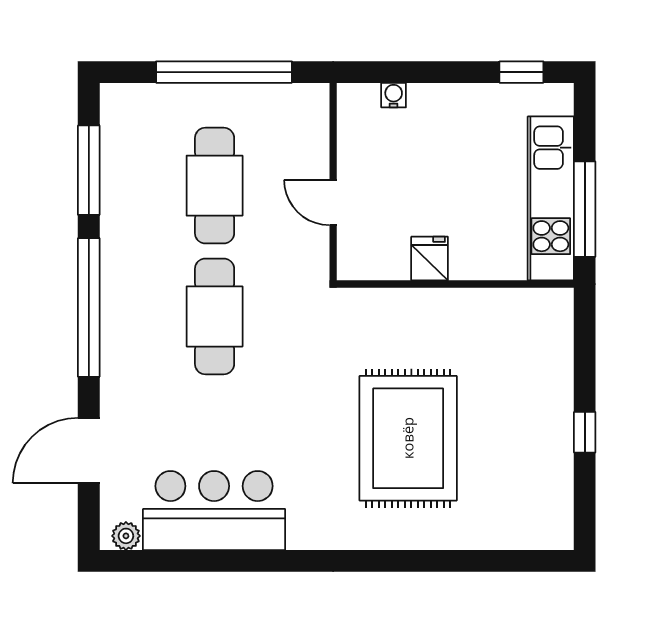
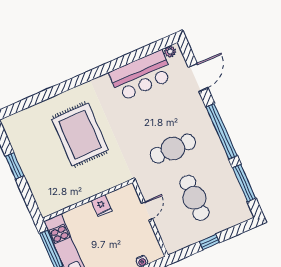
window: (224, 72) -> (209, 242), width x0.32
door: (333, 203) -> (147, 211), hinge flipped
cafe table: (215, 316) -> (173, 149), turned 90
window: (585, 432) -> (15, 166), width x1.50

